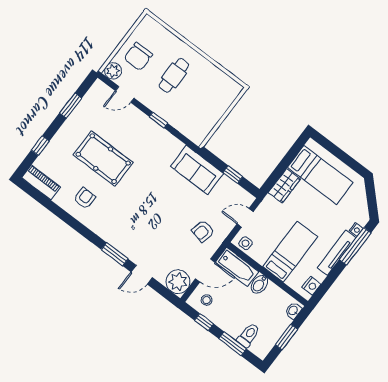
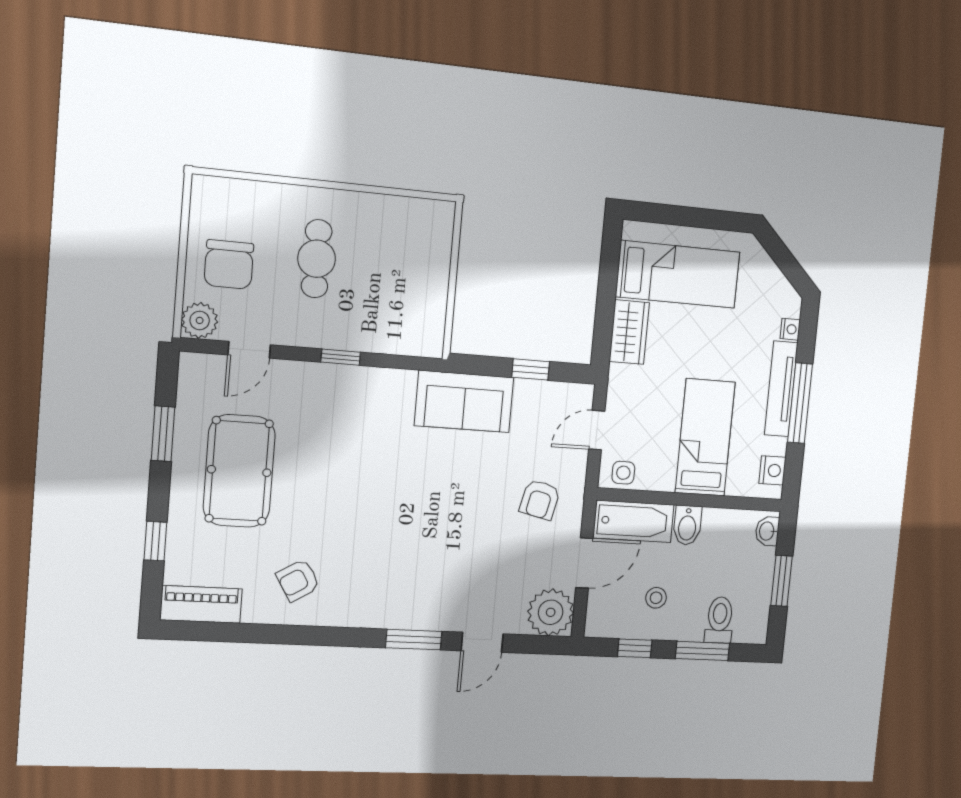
pool table: (103, 159) -> (239, 471), moved, turned 90
armchair: (85, 198) -> (298, 580), turned -121
window: (355, 246) -> (800, 403), moved
stool: (207, 300) -> (656, 598), moved

